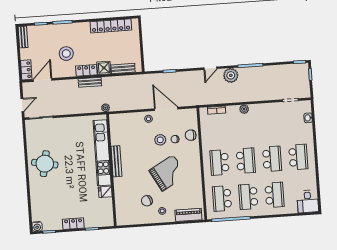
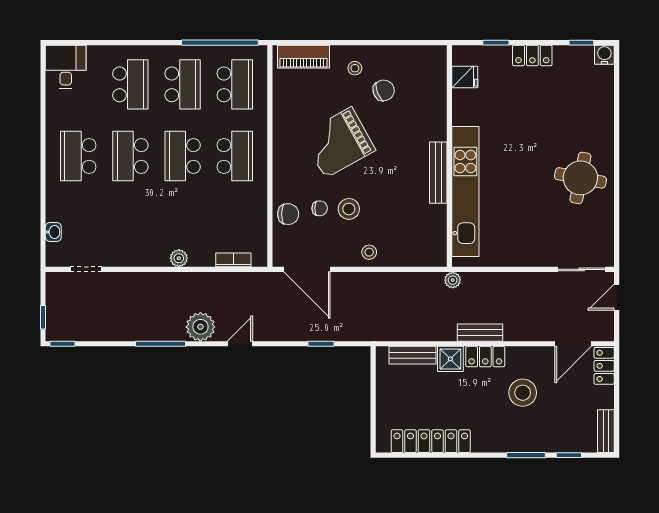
door: (166, 109) -> (307, 269), moved
fridge: (105, 192) -> (465, 77), moved
school desk: (275, 195) -> (130, 84), turned 180

